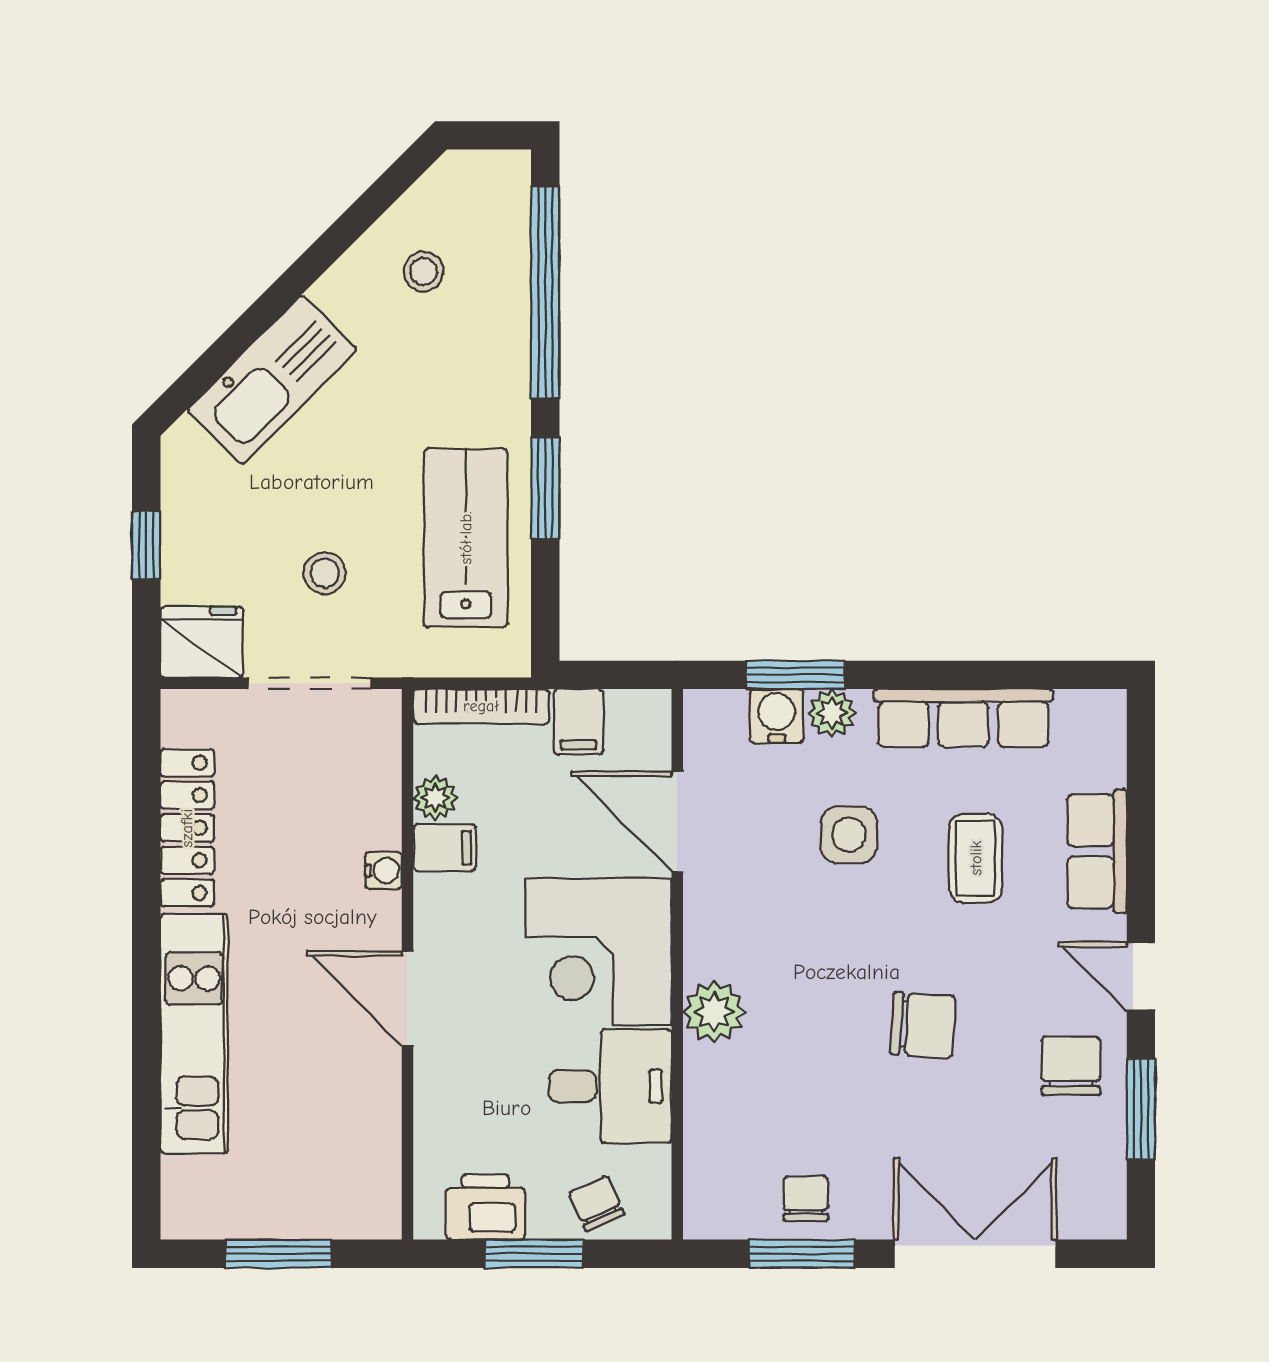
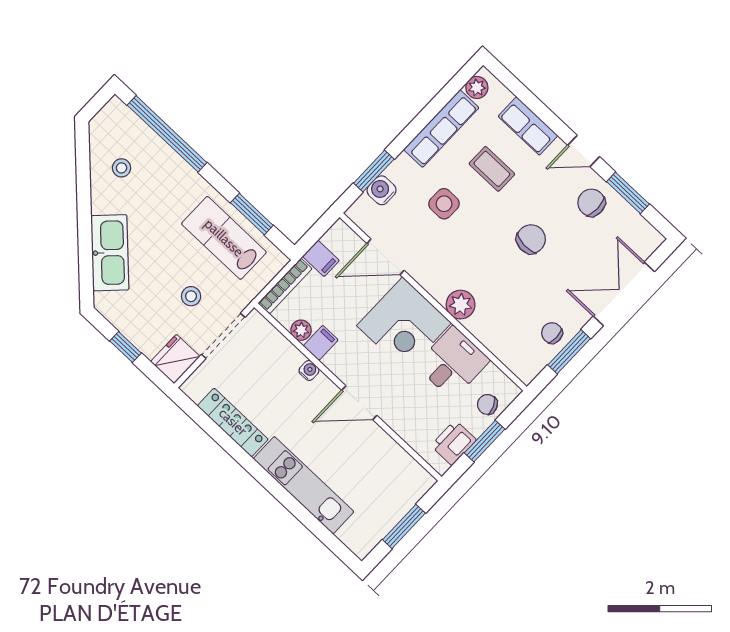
window: (545, 488) -> (252, 214), moved
plant: (832, 713) -> (477, 87), moved

